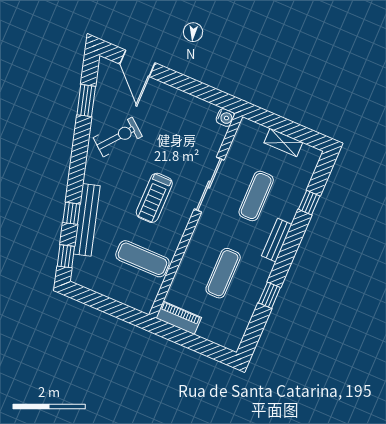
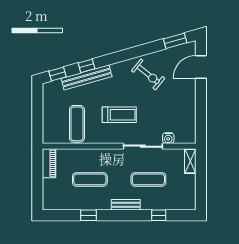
window: (86, 101) -> (175, 41), moved
water cooler: (225, 118) -> (168, 138), moved
shelving: (283, 143) -> (190, 161), moved
treadmill: (154, 198) -> (119, 115), turned 180

